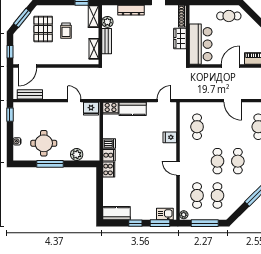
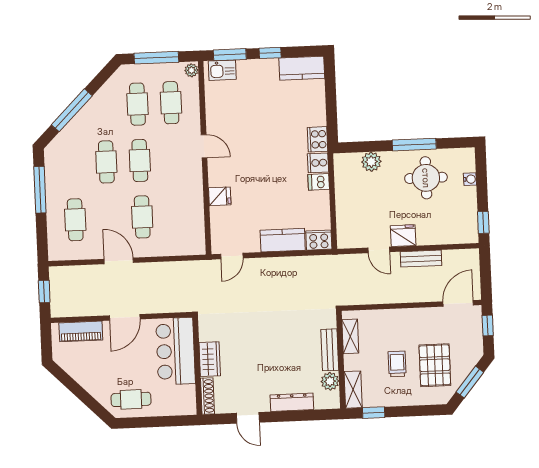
bench: (30, 94) -> (421, 259), moved
fridge: (91, 109) -> (403, 236), moved
cafe table: (197, 127) -> (142, 217), moved

